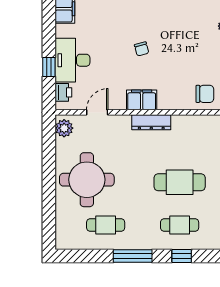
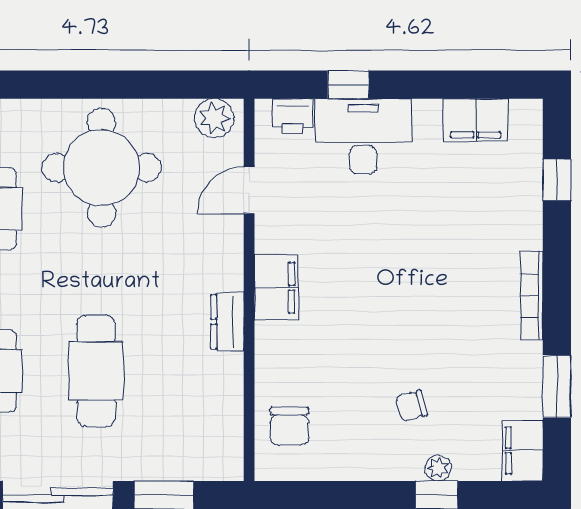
chair: (142, 49) -> (412, 406), moved
door: (97, 112) -> (249, 190), swing flipped
dresser: (151, 122) -> (227, 322), width x0.70

